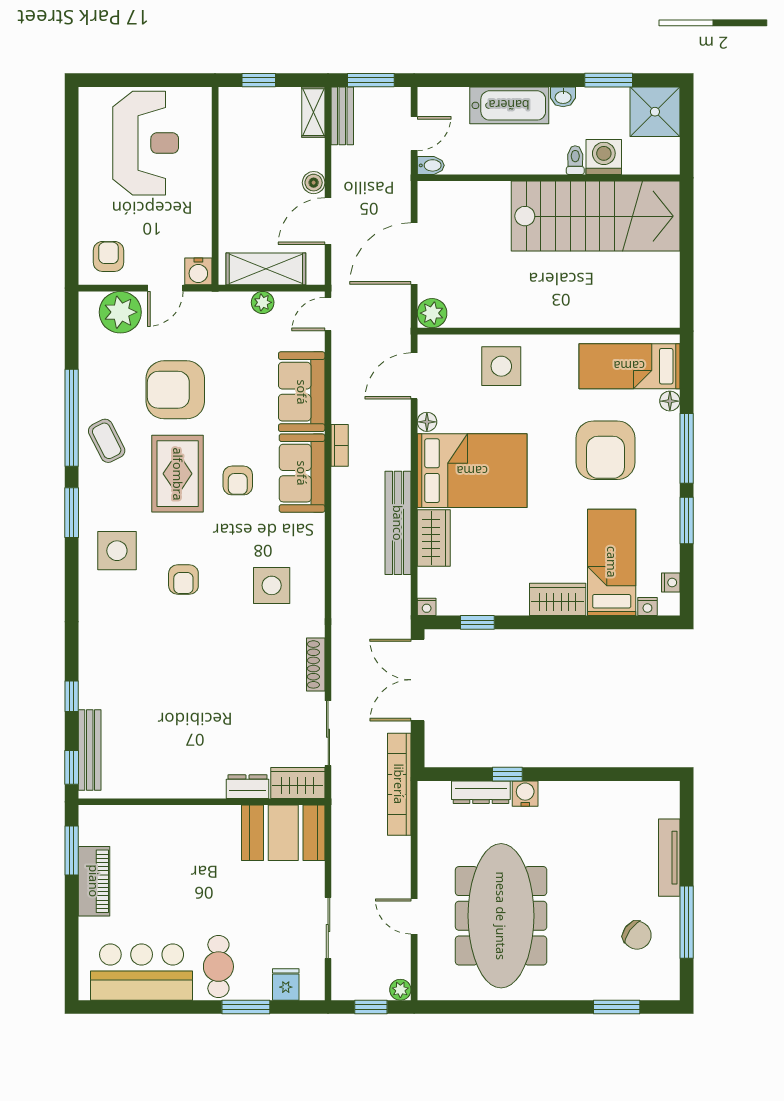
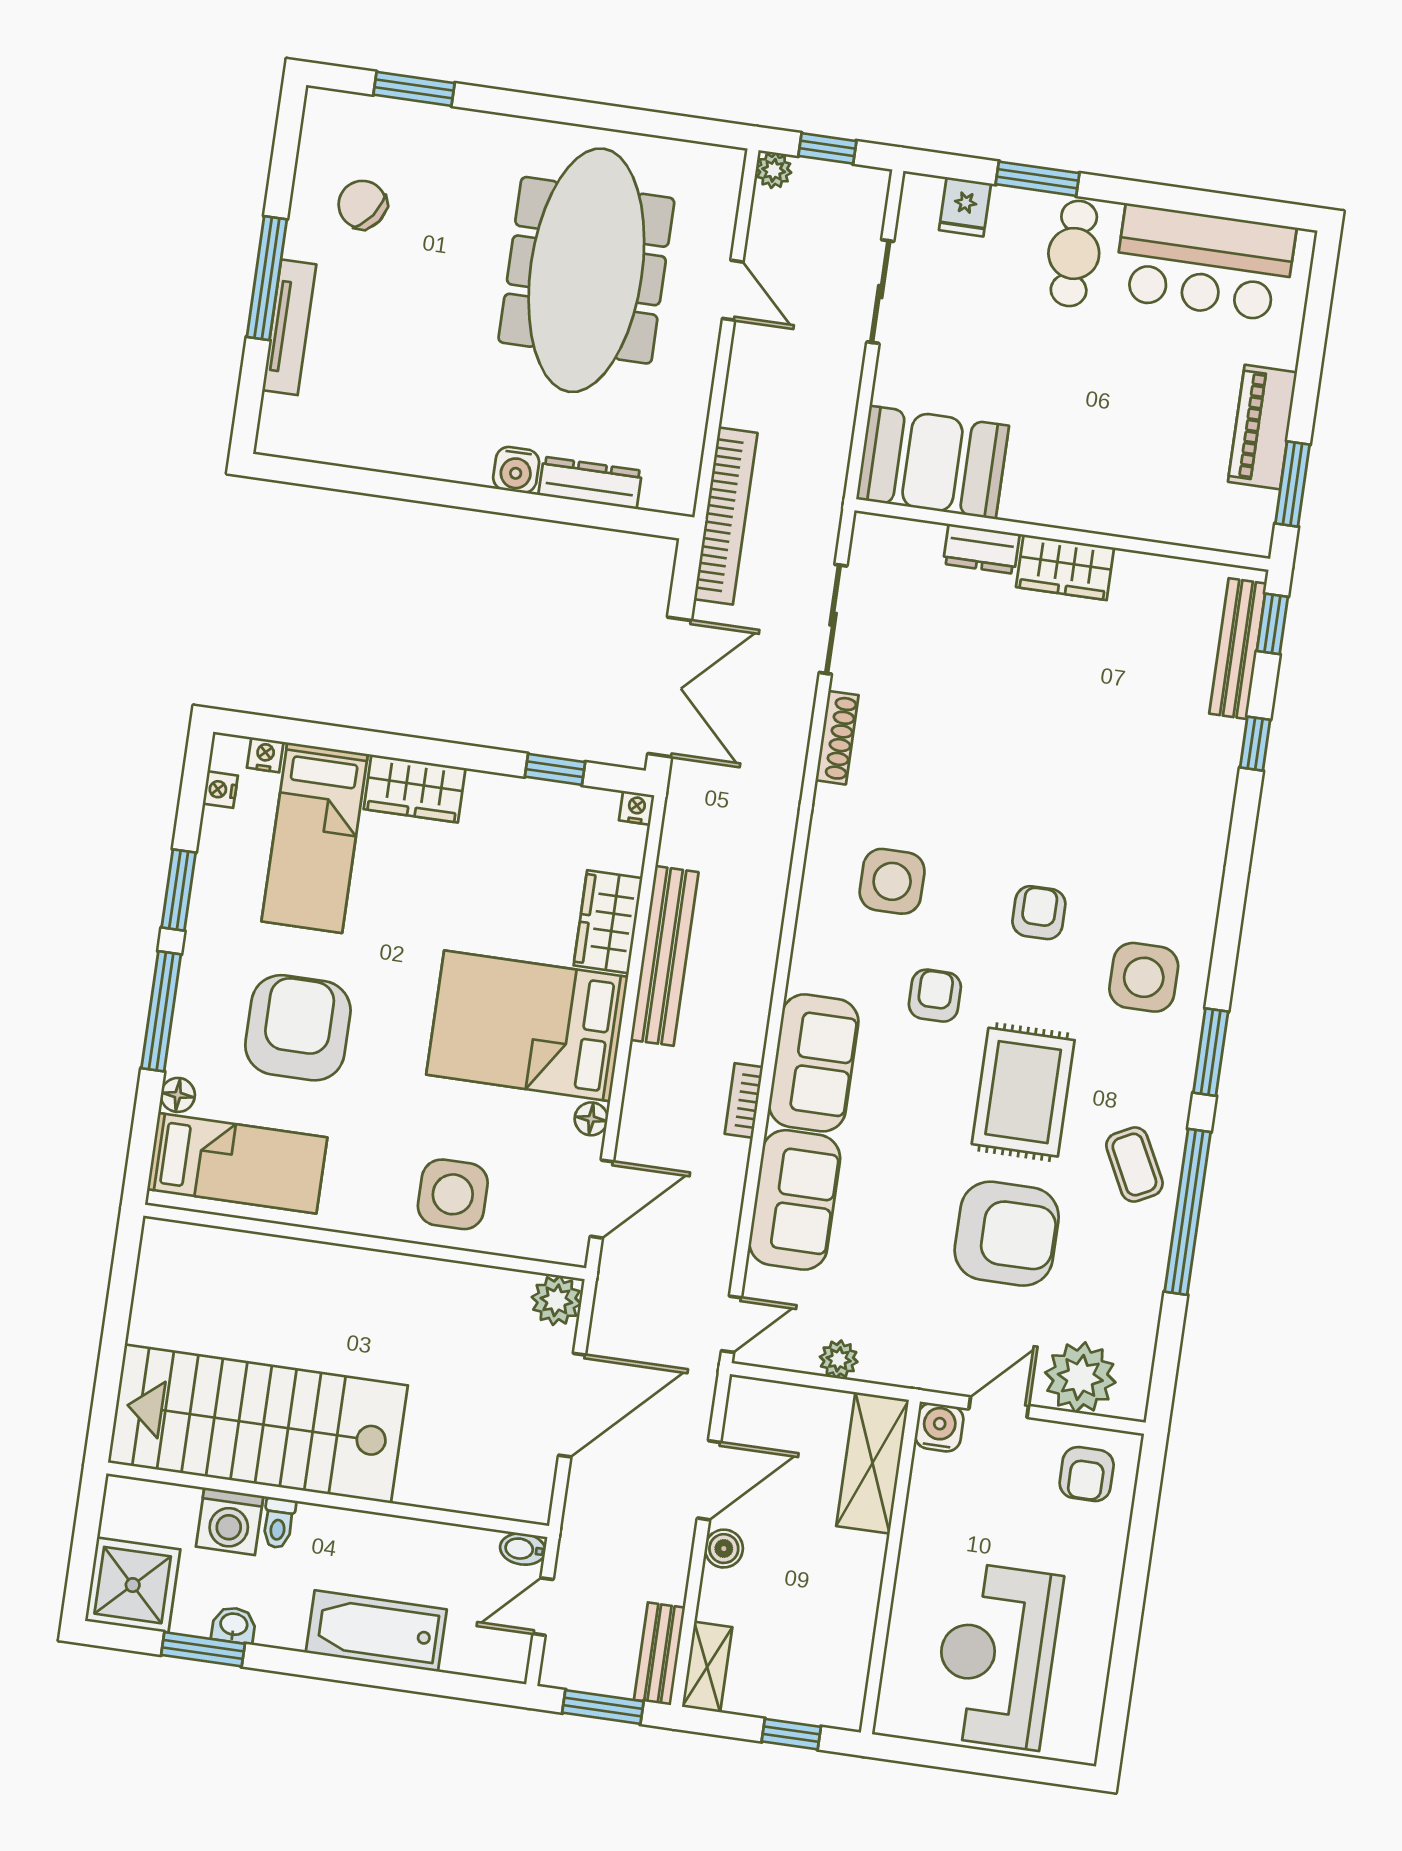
washbasin: (563, 97) -> (234, 1625), moved
shelving: (266, 269) -> (873, 1463), moved, turned 90
armchair: (238, 480) -> (935, 996), moved
window: (507, 774) -> (541, 507), removed
wardrobe: (298, 783) -> (1065, 567), moved
window: (687, 922) -> (267, 278), moved

